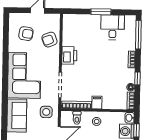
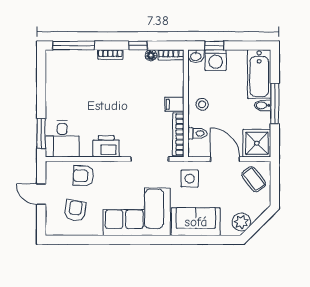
window: (101, 12) -> (41, 134), moved
desk: (113, 27) -> (62, 139), moved, turned -90
armchair: (49, 40) -> (83, 176), turned 114

